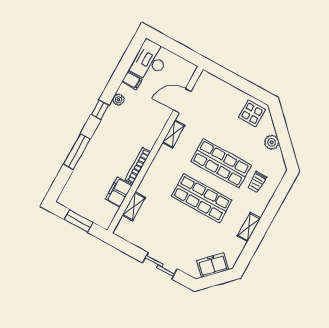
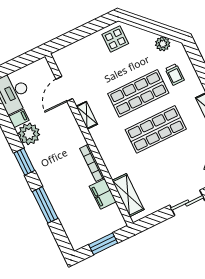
plant: (118, 100) -> (29, 134), width x1.87, depth x1.87
window: (100, 110) -> (24, 162), width x1.50
plant: (272, 142) -> (163, 44), moved
shelving: (134, 206) -> (128, 195), width x1.50, depth x1.33

